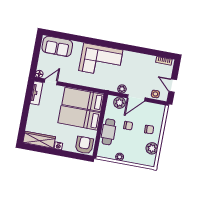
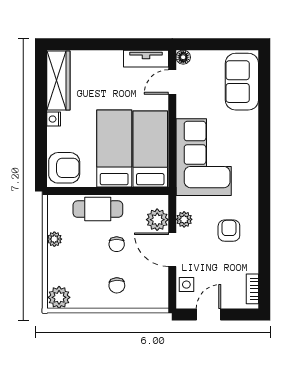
corner sofa: (101, 60) -> (204, 157), moved, turned 180
armchair: (132, 67) -> (229, 231), added
door: (51, 82) -> (172, 82), swing flipped
plant: (152, 148) -> (59, 297), moved

